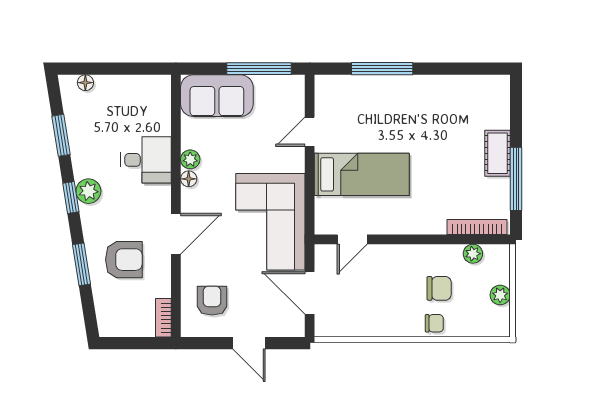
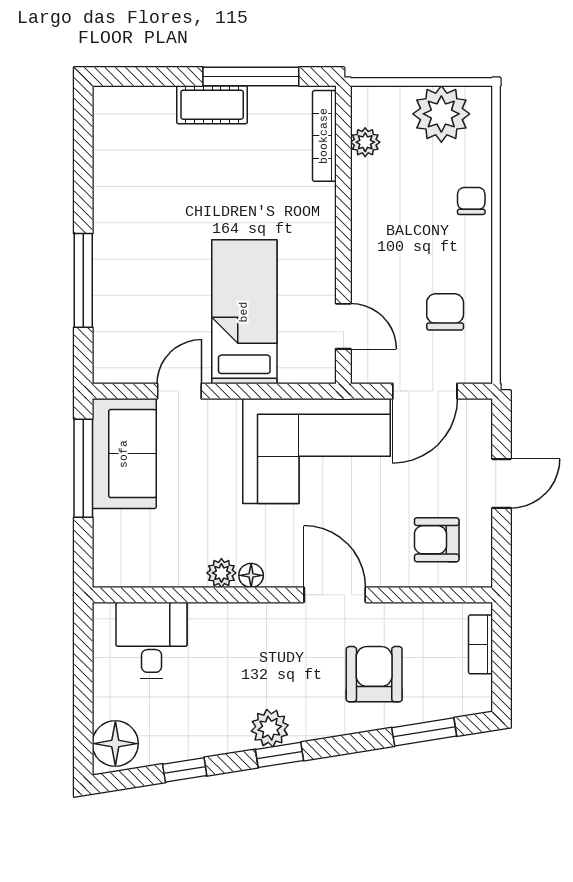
floor lamp: (85, 83) -> (115, 744), width x1.89, depth x1.89
sofa: (217, 96) -> (124, 454), moved
door: (310, 132) -> (179, 391), swing flipped
window: (61, 135) -> (185, 770), width x0.67
desk: (146, 160) -> (151, 640), moved
window: (81, 264) -> (424, 732), moved
chair: (439, 288) -> (445, 312), moved
plant: (500, 295) -> (441, 114), width x1.87, depth x1.87
bookcase: (163, 318) -> (481, 644), moved, turned 90

